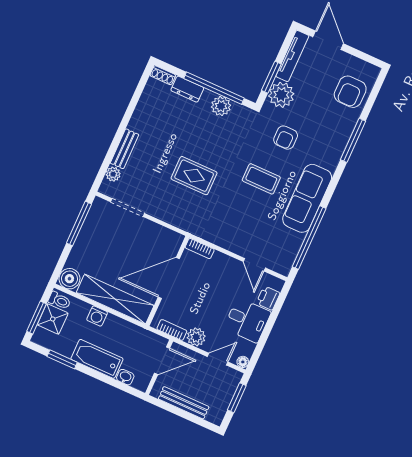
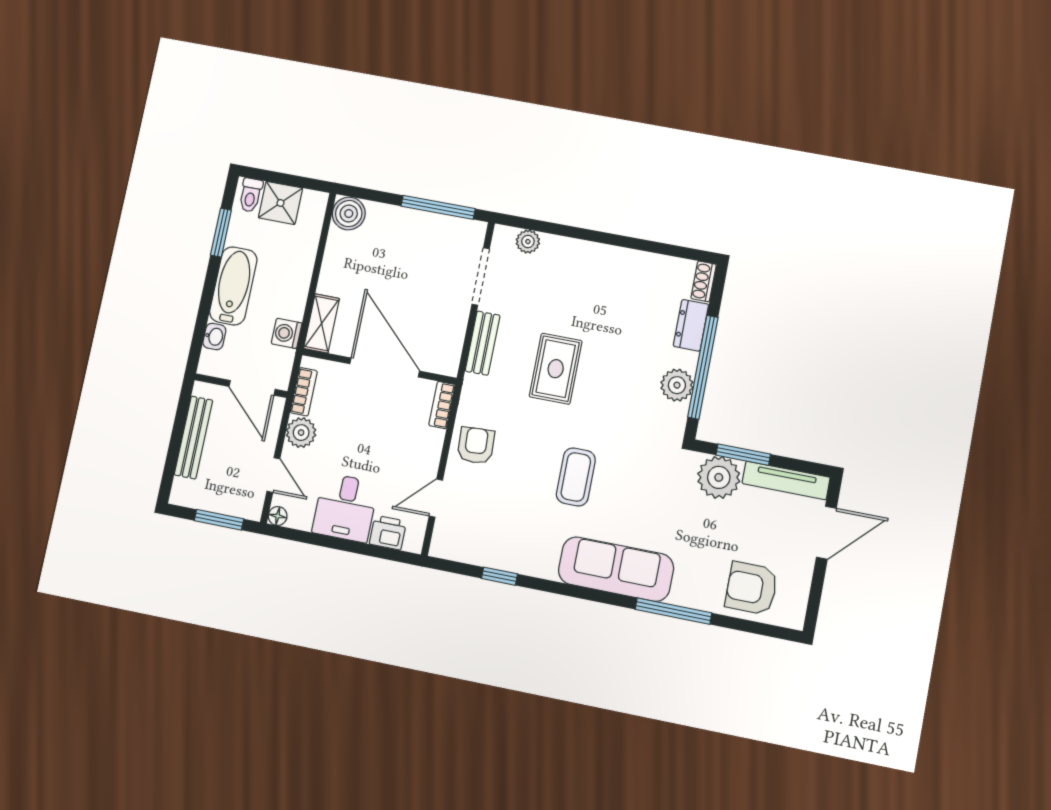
armchair: (286, 138) -> (476, 445), moved, turned 87
bench: (124, 149) -> (483, 343), moved, turned 90
sofa: (307, 198) -> (616, 569), moved
window: (309, 238) -> (499, 576), width x0.32
shelving: (115, 299) -> (322, 323), width x0.45, depth x0.75
toilet: (59, 300) -> (251, 195), moved
washing machine: (97, 316) -> (287, 333), moved
window: (36, 318) -> (277, 178), removed

